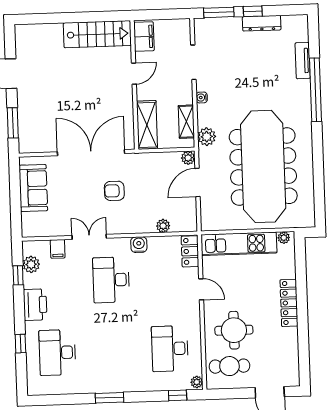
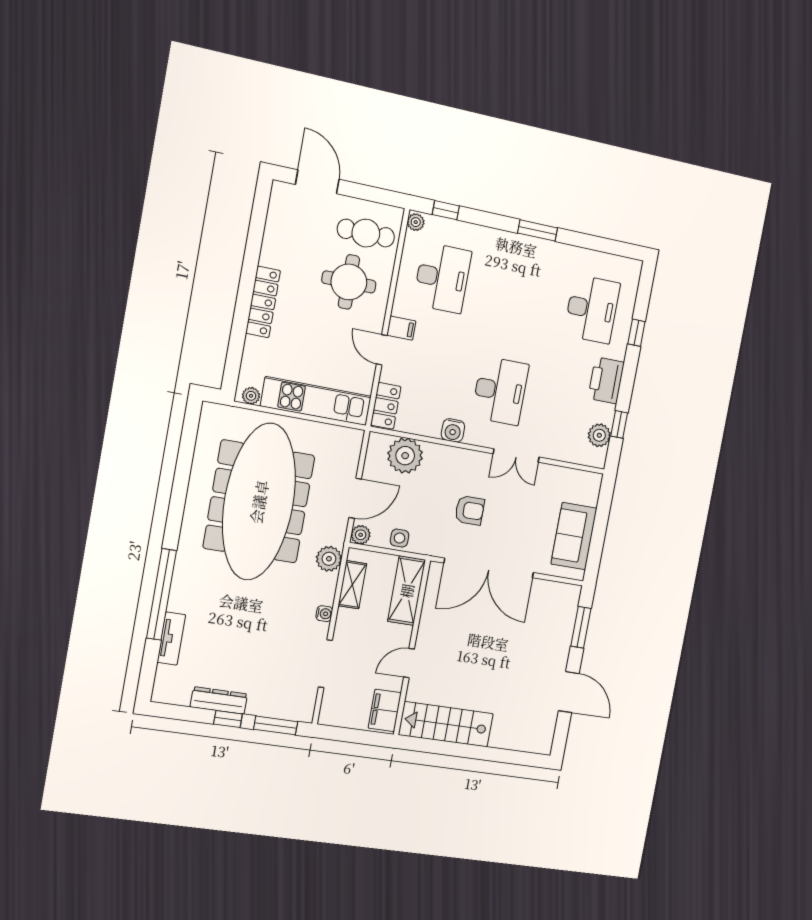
side table: (160, 161) -> (400, 538), added
plant: (163, 226) -> (405, 456), width x1.88, depth x1.88
filing cabinet: (58, 249) -> (401, 328), moved, turned 90

